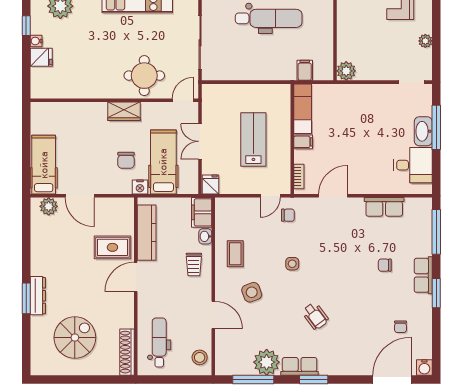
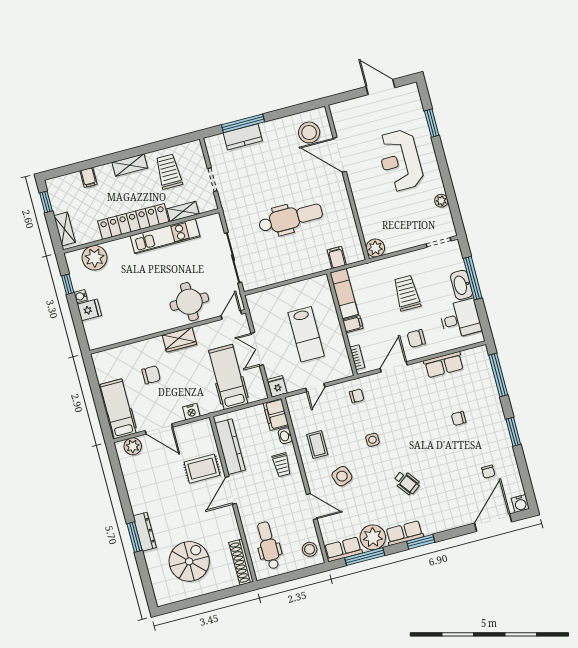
trolley: (366, 125) -> (407, 293), added
lab bench: (253, 140) -> (306, 334), turned 180
chair: (126, 160) -> (151, 375), moved, turned -90
chair: (363, 173) -> (416, 338), added
nightstand: (140, 187) -> (191, 412), moved
door: (270, 196) -> (315, 388), moved
row of seats: (423, 275) -> (343, 549), moved, turned 90

